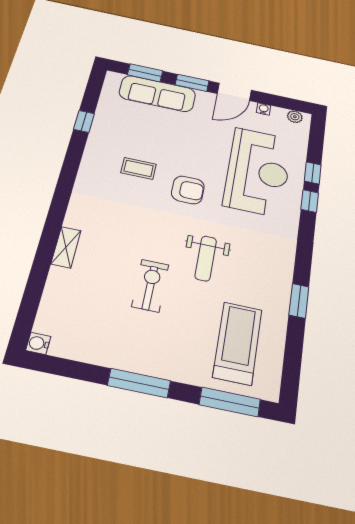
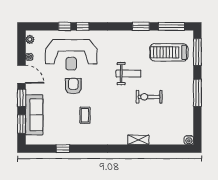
reception desk: (258, 172) -> (71, 55), turned 180
armchair: (188, 190) -> (73, 86), moved
window: (293, 360) -> (171, 26), added

